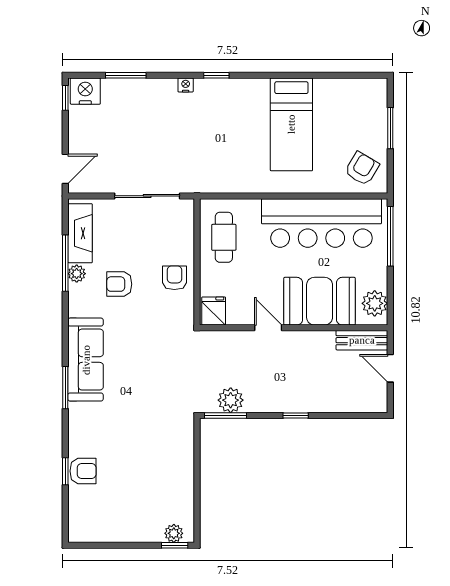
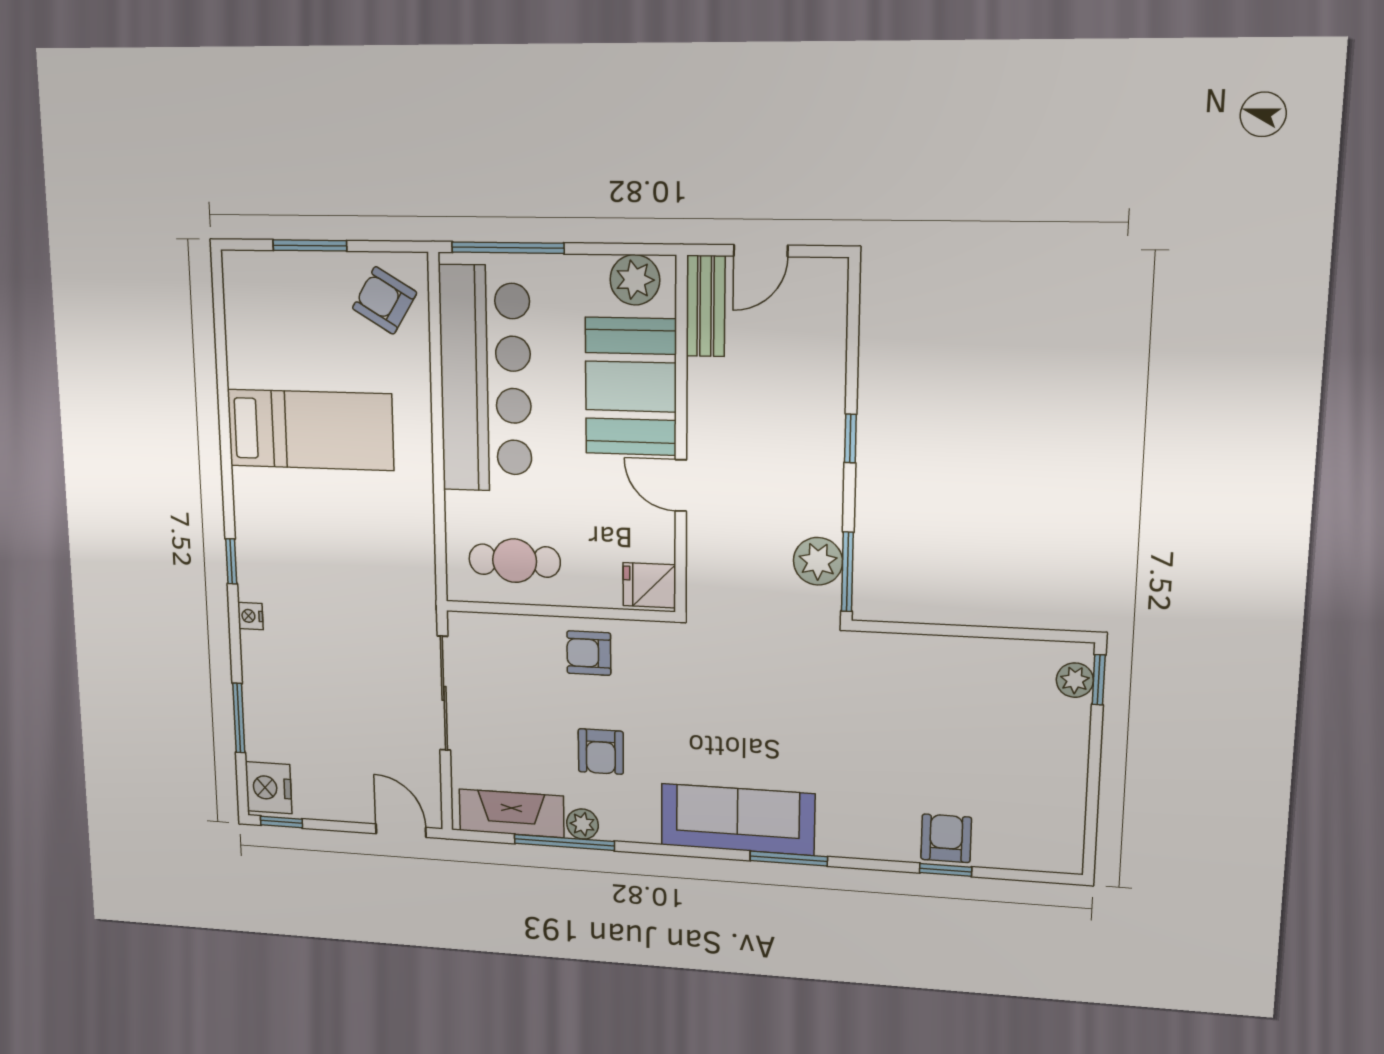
door: (268, 328) -> (681, 485), hinge flipped

